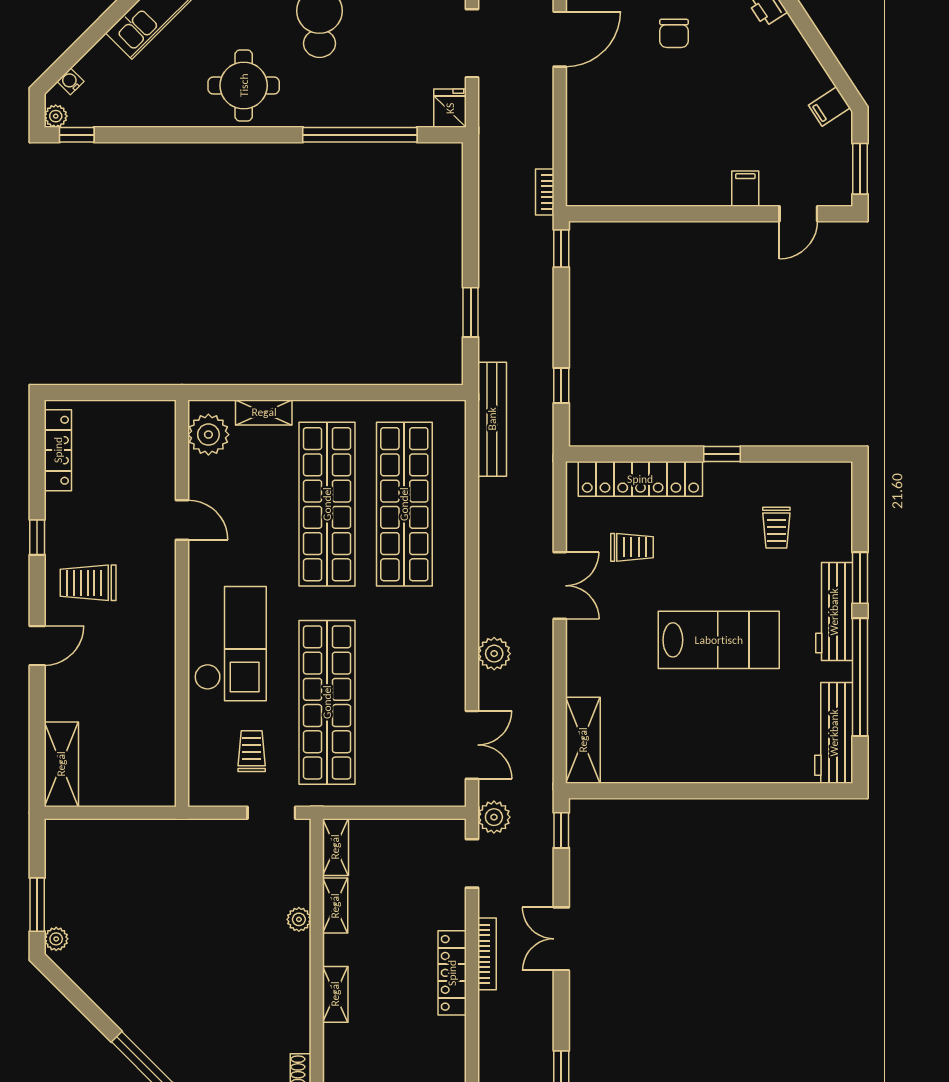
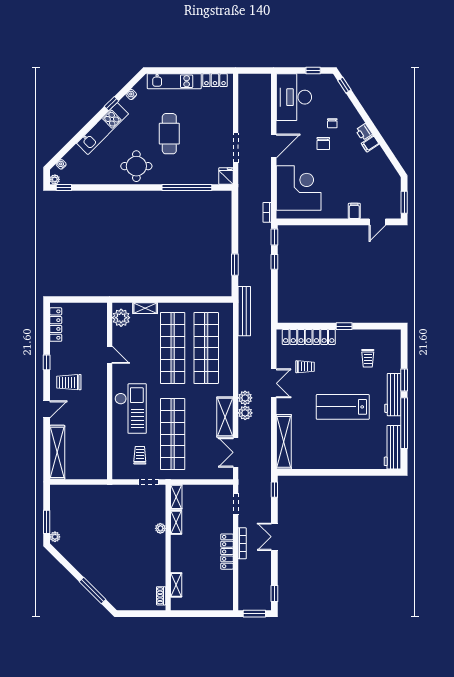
filing cabinet: (829, 107) -> (370, 144), moved
corner desk: (617, 136) -> (299, 188), added
window: (561, 385) -> (274, 262), moved
lab bench: (719, 640) -> (343, 407), turned 180
shelving: (448, 663) -> (225, 417), added
shelving: (583, 740) -> (284, 442), width x1.47
double door: (472, 745) -> (236, 452), swing flipped
shelving: (61, 764) -> (57, 452), width x1.47
plant: (494, 817) -> (245, 398), moved
shelving: (335, 994) -> (176, 585), moved

